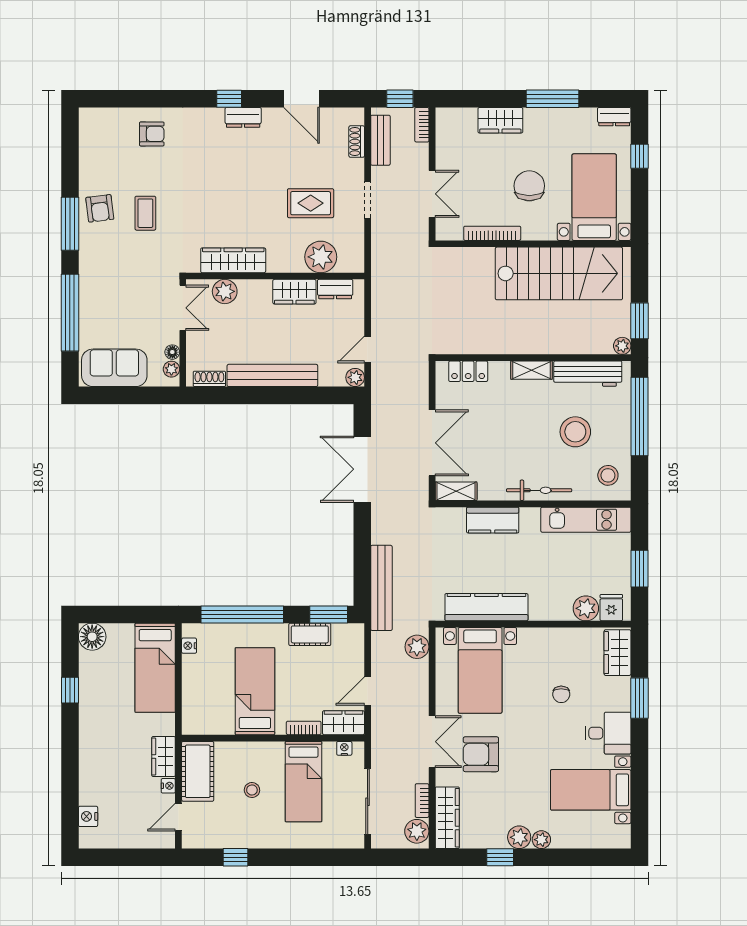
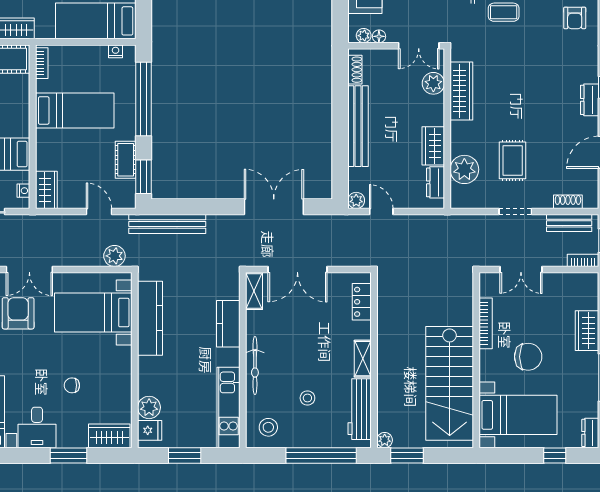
stool: (575, 432) -> (307, 398), width x0.53, depth x0.53
door: (368, 691) -> (99, 212), moved
bookcase: (304, 728) -> (42, 63), moved

